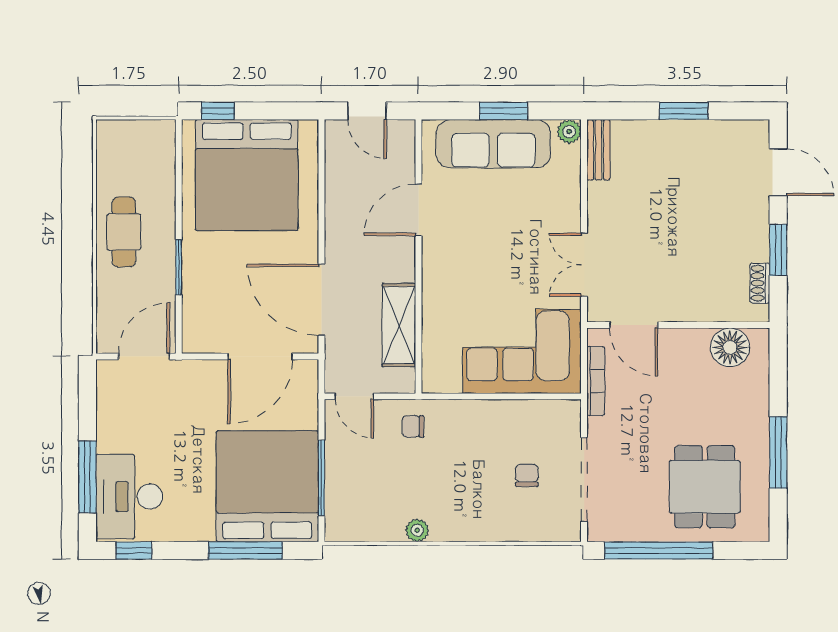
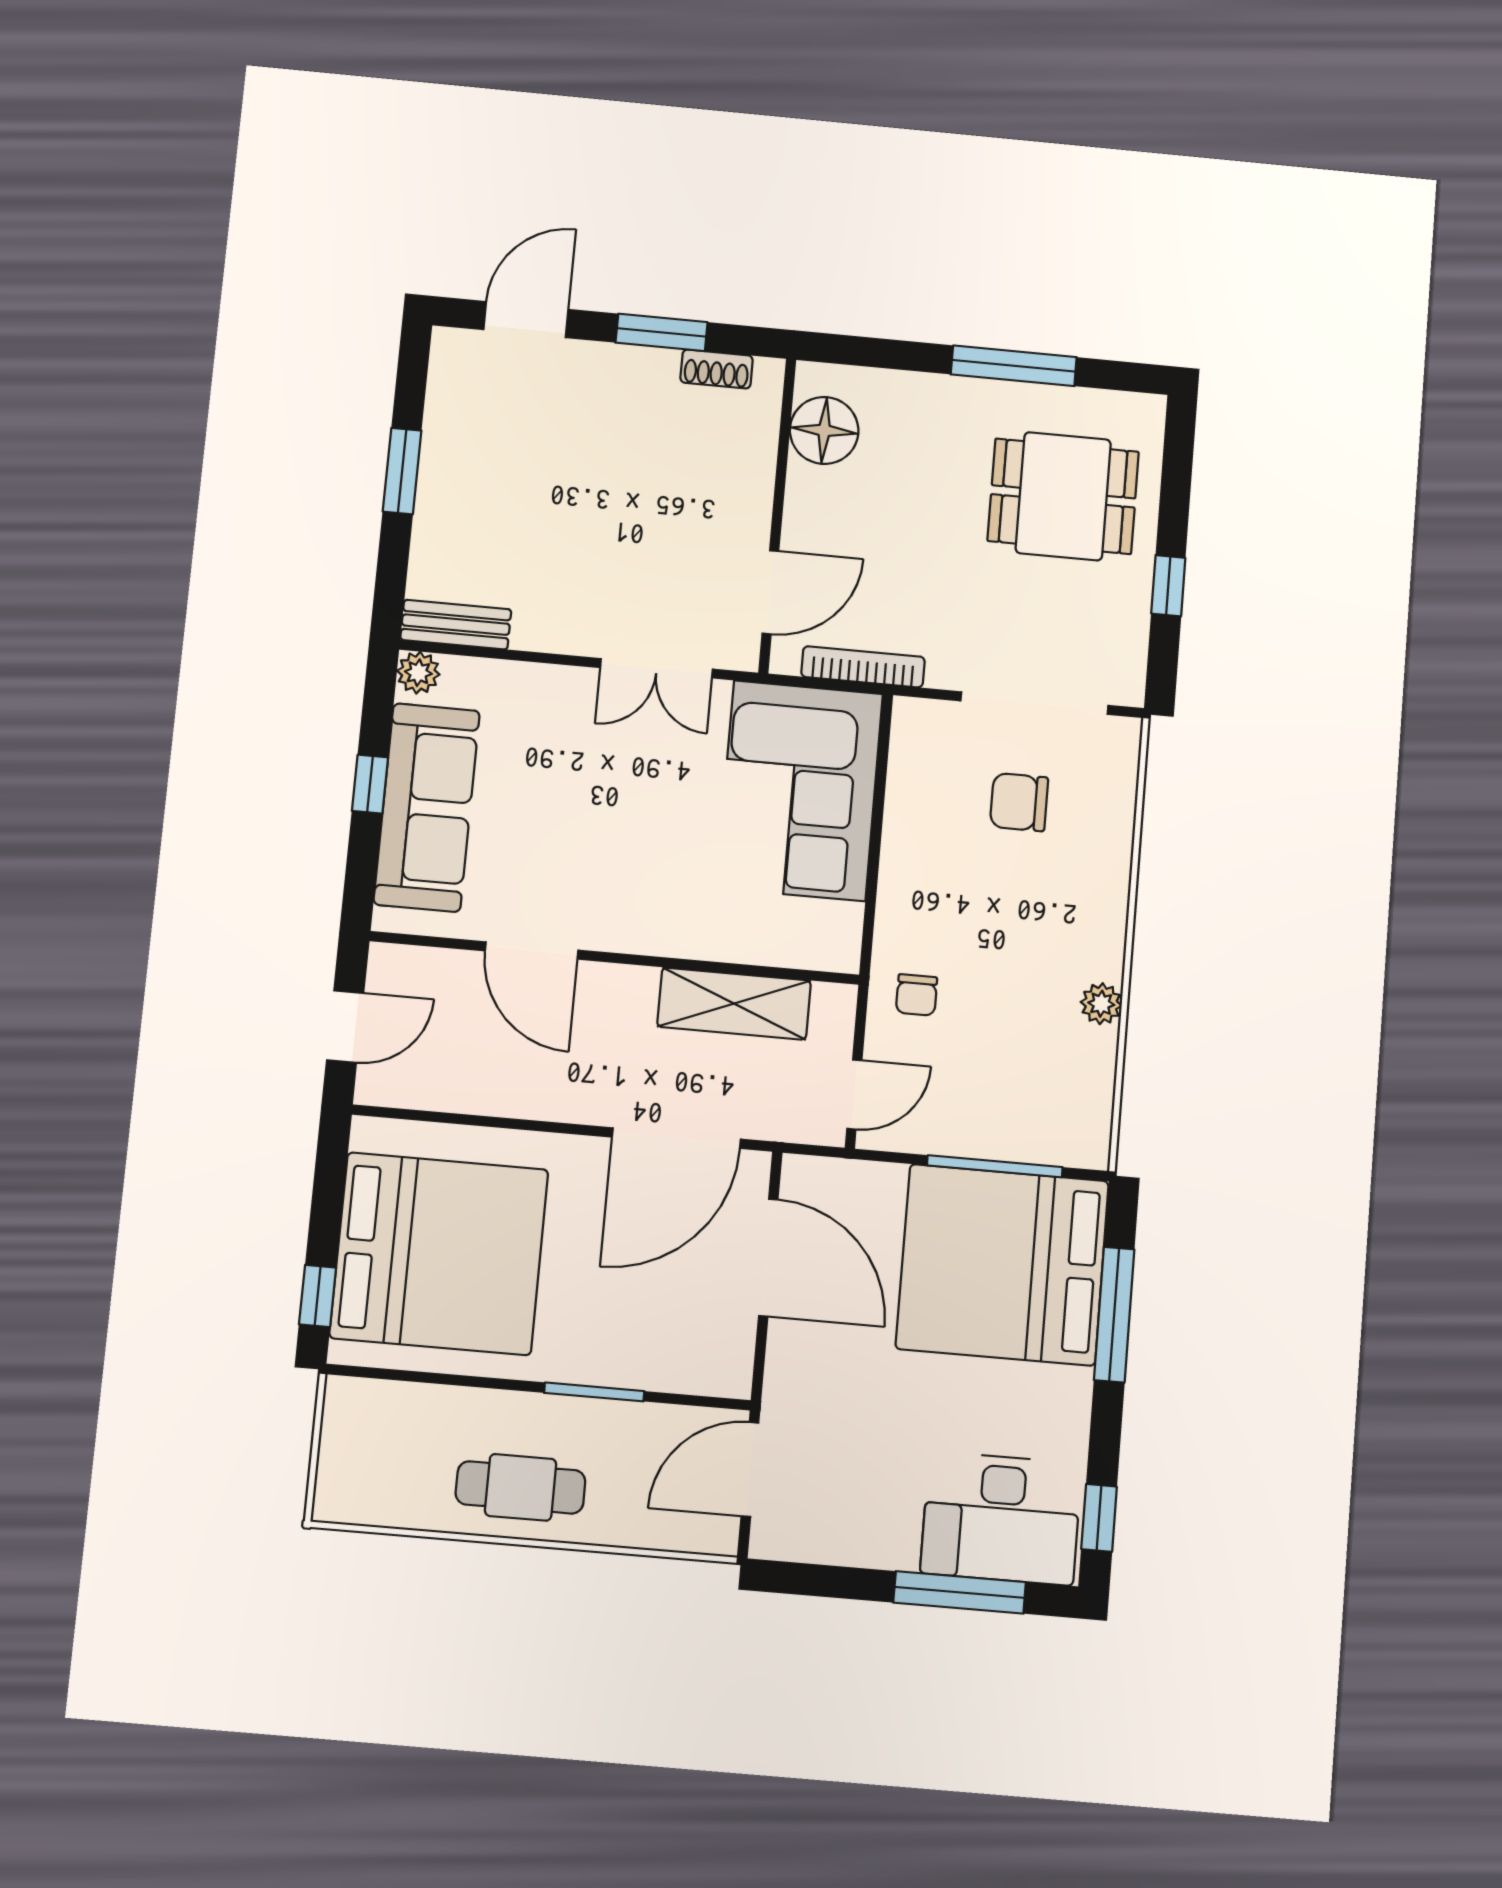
window: (504, 111) -> (370, 784), width x0.67
door: (144, 356) -> (750, 1469), hinge flipped
chair: (527, 475) -> (1019, 802), width x1.37, depth x1.37
window: (659, 551) -> (1168, 586), width x0.32

